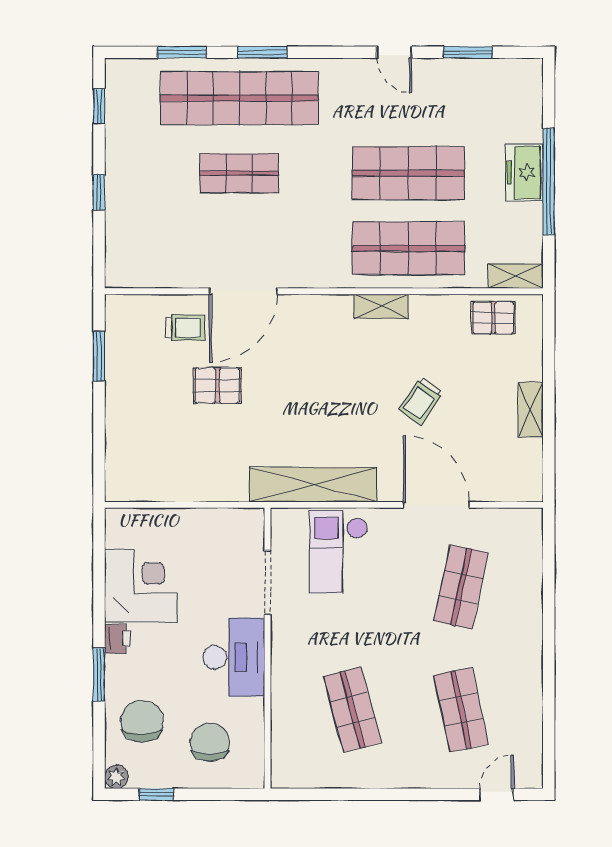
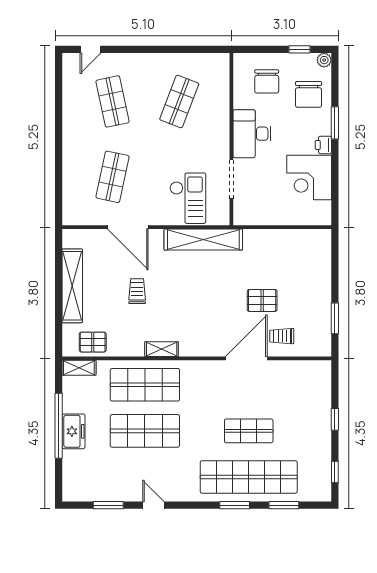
trolley: (421, 401) -> (137, 291), turned -35
shelving: (531, 409) -> (72, 286), width x2.20, depth x1.33
shop shelf: (352, 710) -> (179, 101), turned 36

